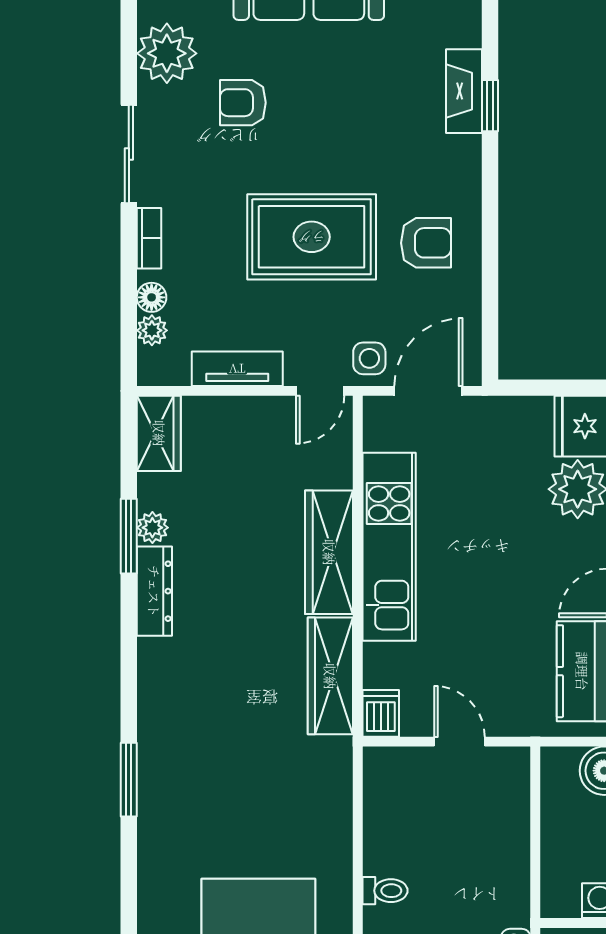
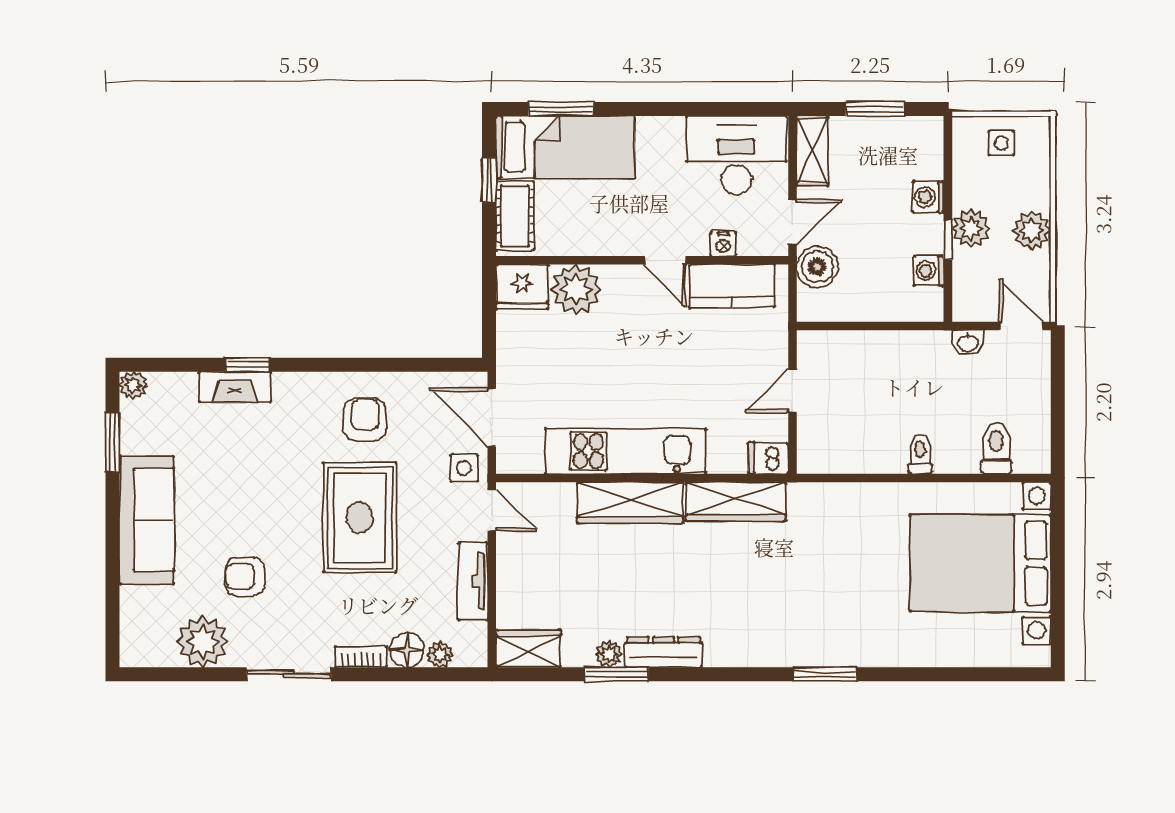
armchair: (243, 103) -> (245, 577), turned 90
floor lamp: (152, 297) -> (407, 650), width x1.37, depth x1.37

